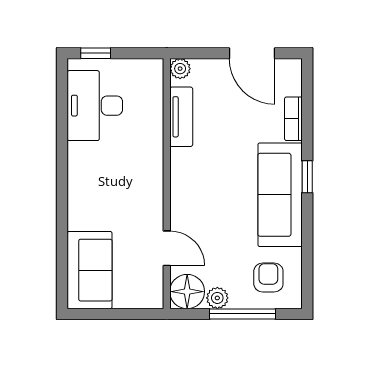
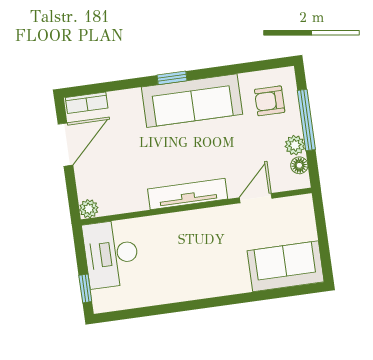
desk: (95, 106) -> (111, 254), moved, turned 90
tv unit: (181, 117) -> (188, 194), moved, width x1.41
bookcase: (293, 119) -> (87, 103), moved
floor lamp: (187, 292) -> (299, 165), width x0.53, depth x0.53

